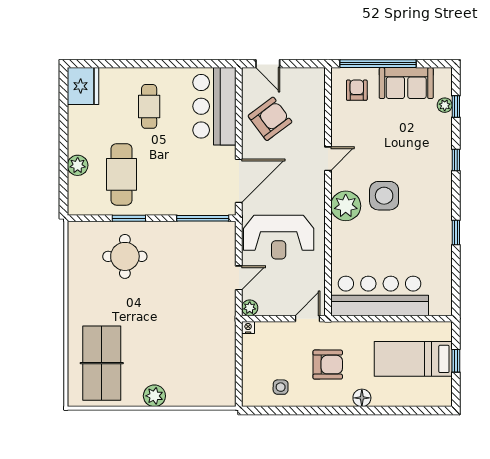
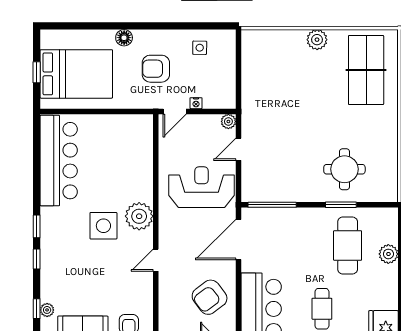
window: (456, 233) -> (37, 226), moved
bar counter: (380, 296) -> (59, 161), moved, turned -90
nightstand: (248, 327) -> (196, 103), moved
bed: (413, 359) -> (76, 74), width x1.50

